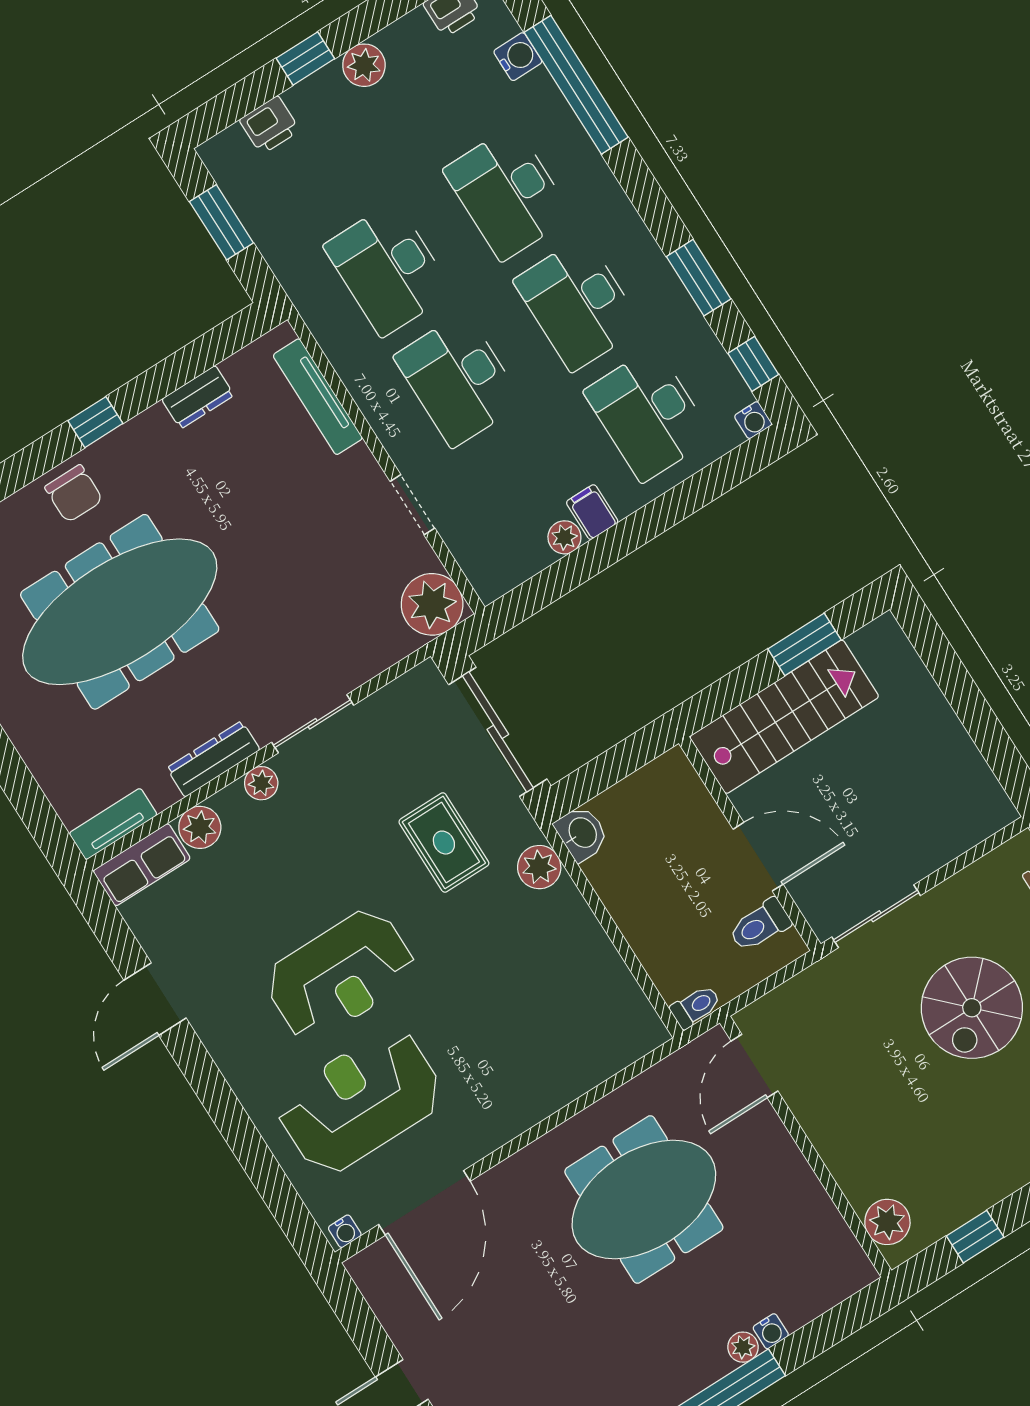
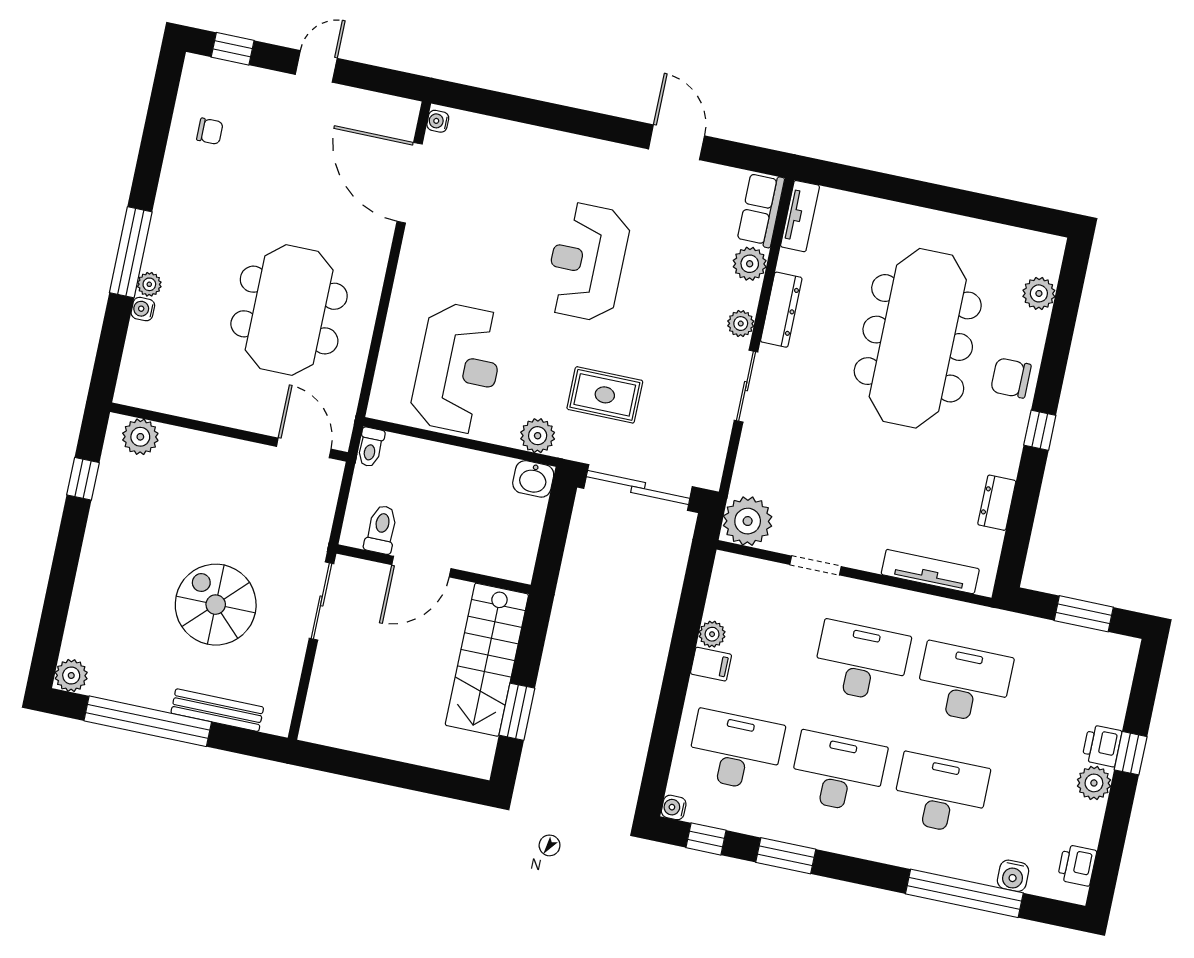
printer: (270, 125) -> (1102, 746), moved
reception desk: (360, 1101) -> (458, 368), moved

